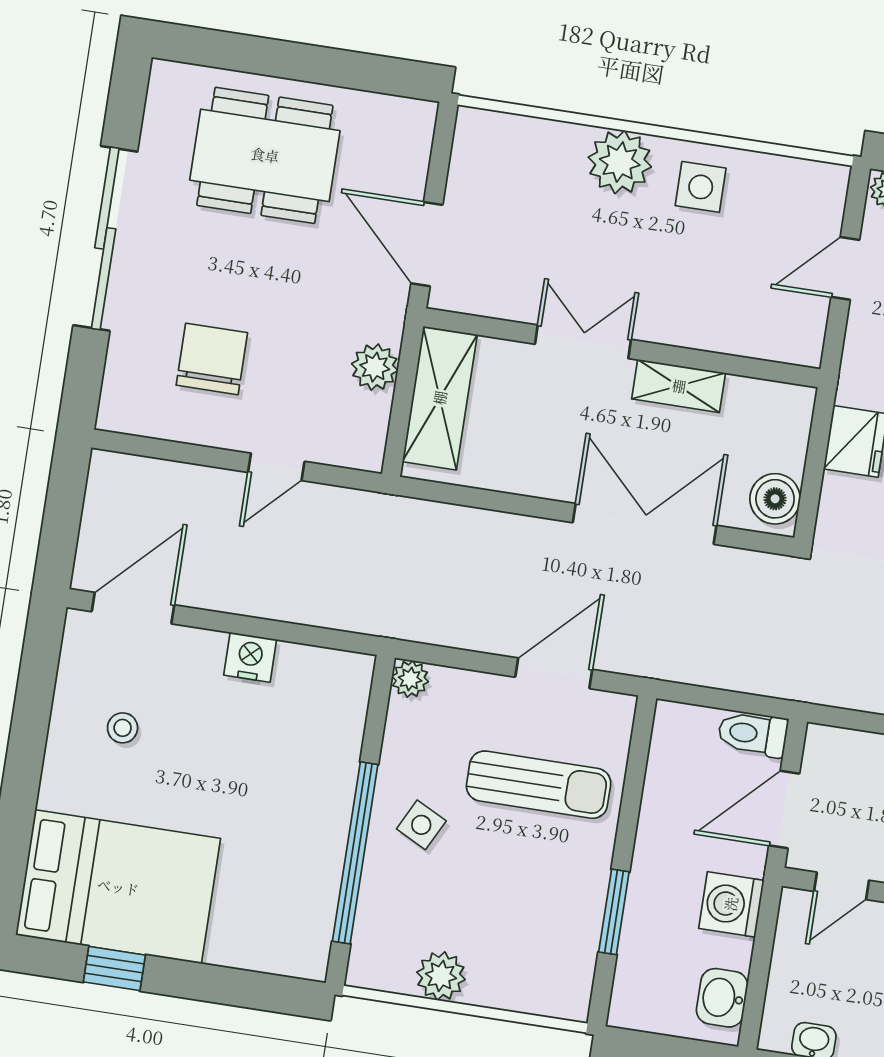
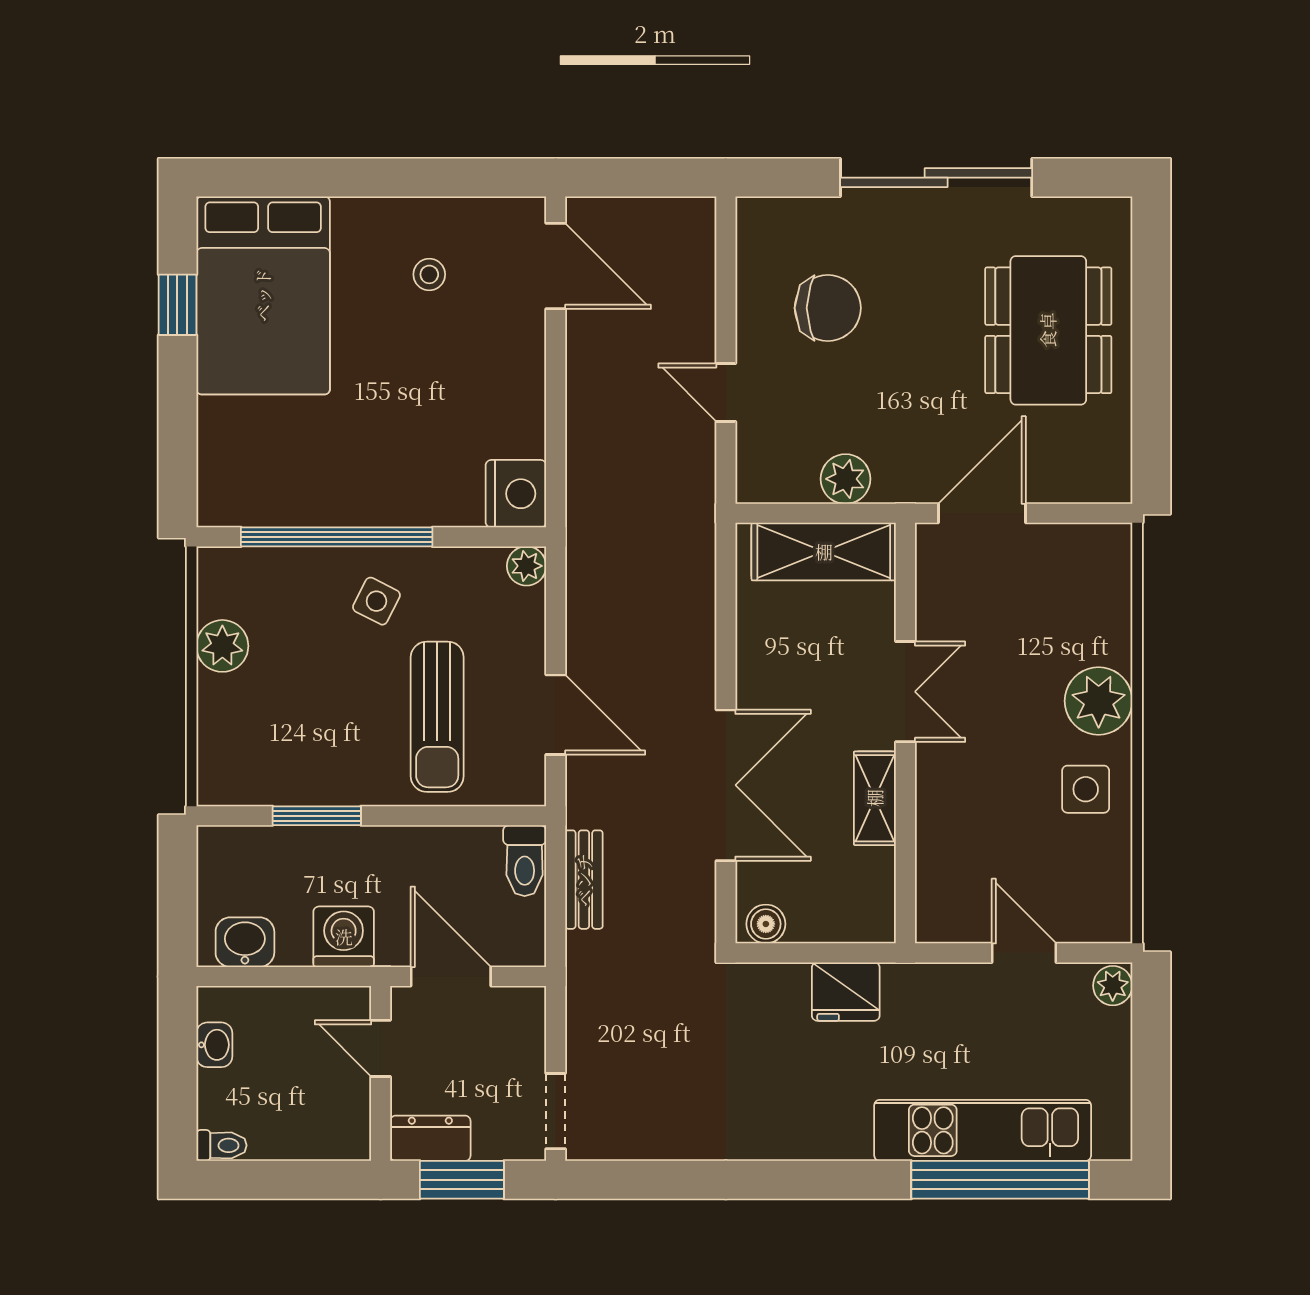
boiler: (775, 499) -> (766, 924), width x0.73, depth x0.73
nightstand: (250, 657) -> (516, 494), moved, width x1.36, depth x1.33
bench: (713, 671) -> (584, 880), added
toilet: (753, 734) -> (525, 861), moved, turned 180

